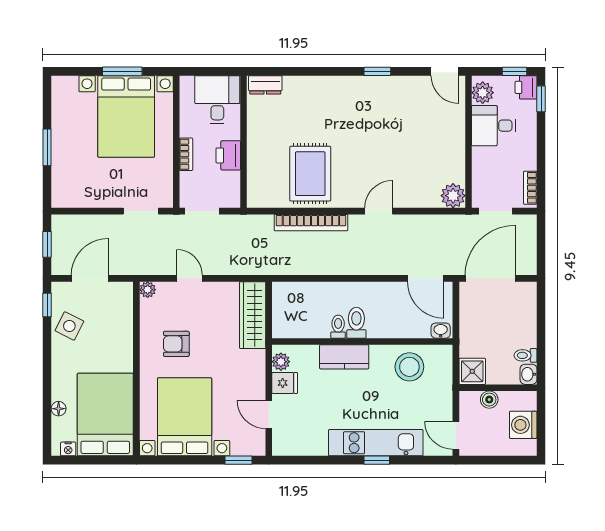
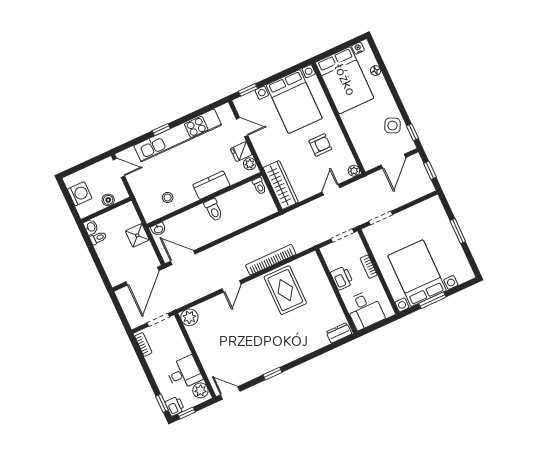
door: (189, 278) -> (331, 190), swing flipped
toilet: (338, 327) -> (259, 186), moved
stool: (409, 367) -> (168, 197), width x0.53, depth x0.53
shower: (472, 371) -> (137, 235), moved
kitchen unit: (376, 443) -> (178, 135), width x1.36

